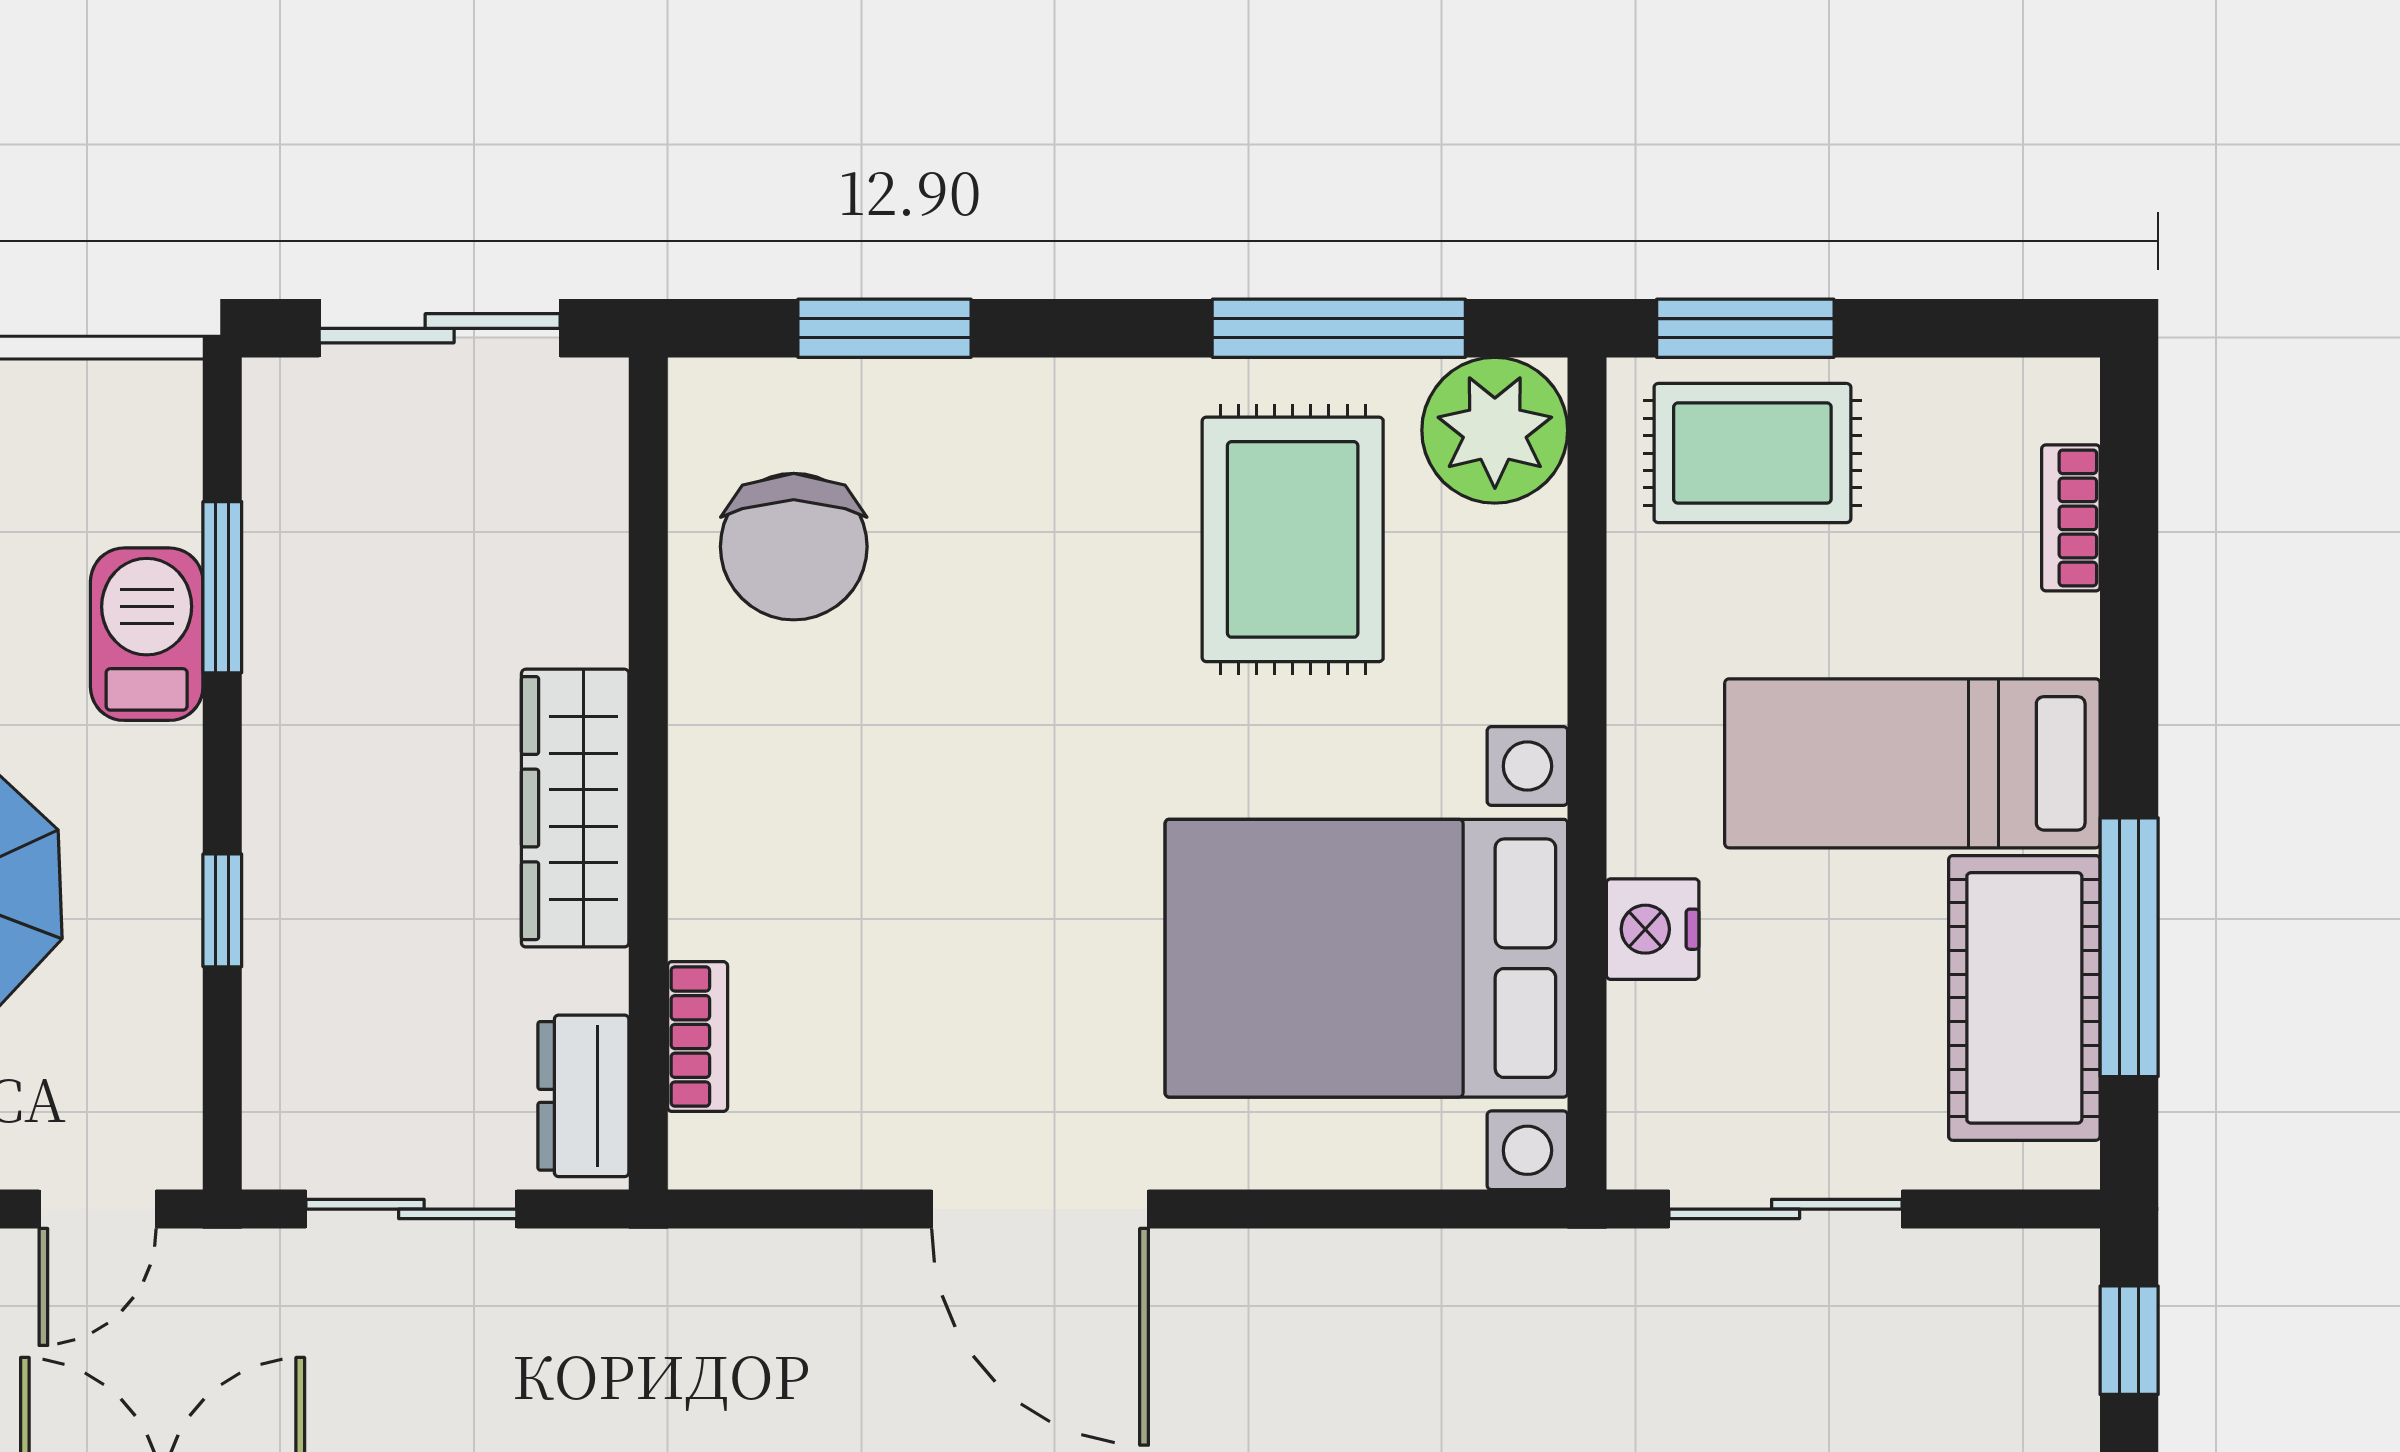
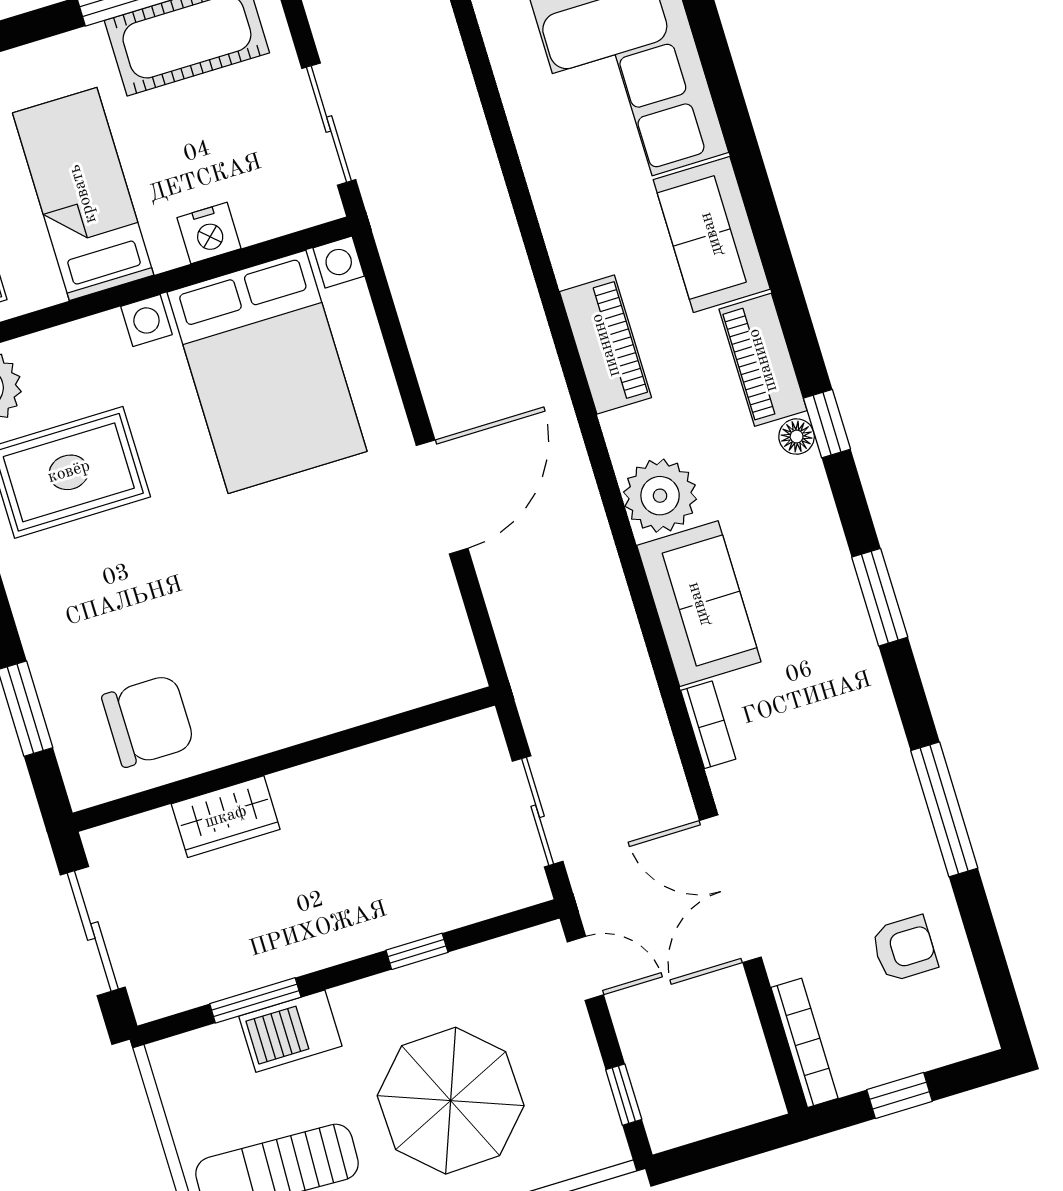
bed: (1912, 763) -> (83, 194), moved, turned 180
wardrobe: (575, 808) -> (226, 817), moved, width x0.67
bookcase: (698, 1037) -> (408, 694), removed
dresser: (583, 1096) -> (455, 743), removed

